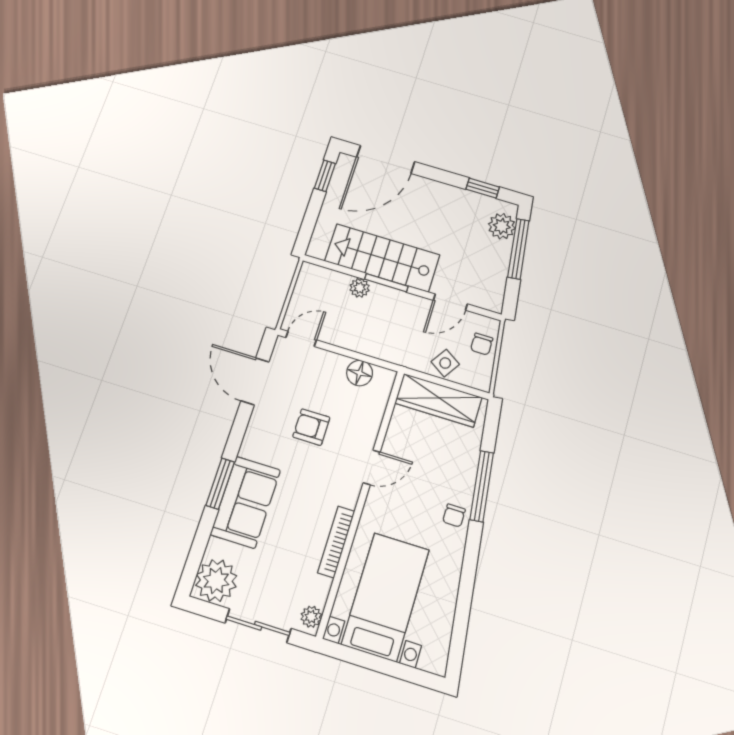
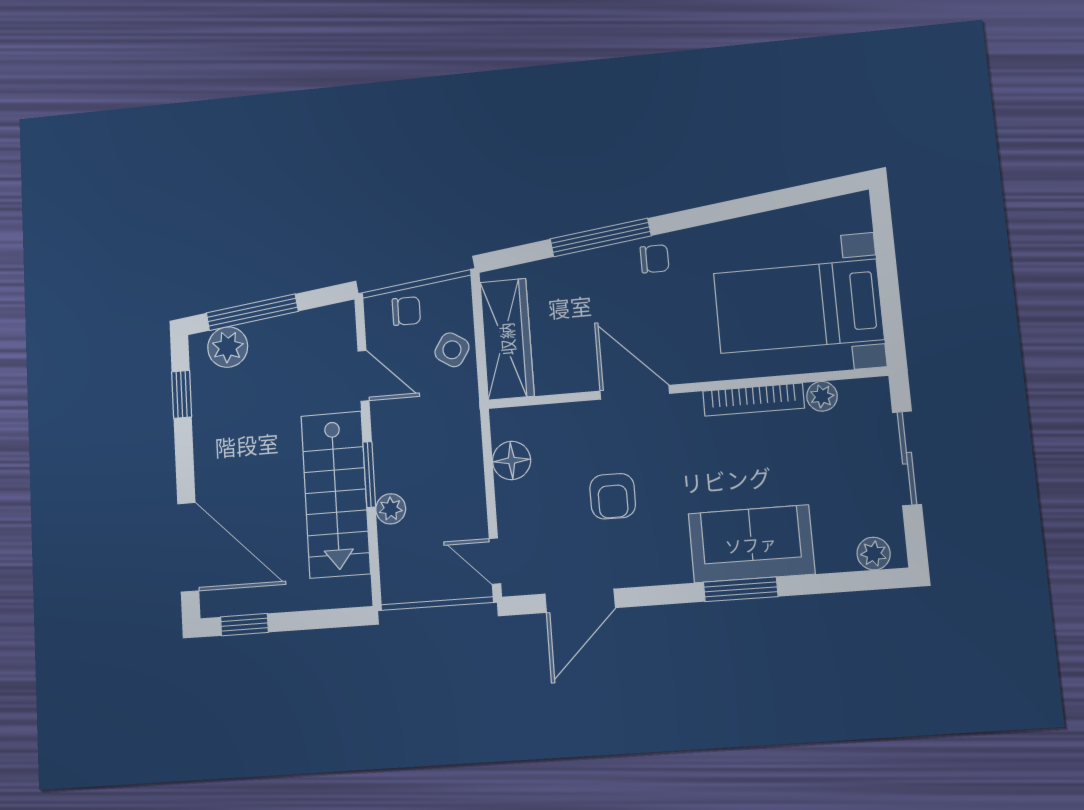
door: (372, 467) -> (635, 392), width x1.38
plant: (216, 581) -> (874, 554), width x0.53, depth x0.53
plant: (311, 617) -> (822, 396), moved

